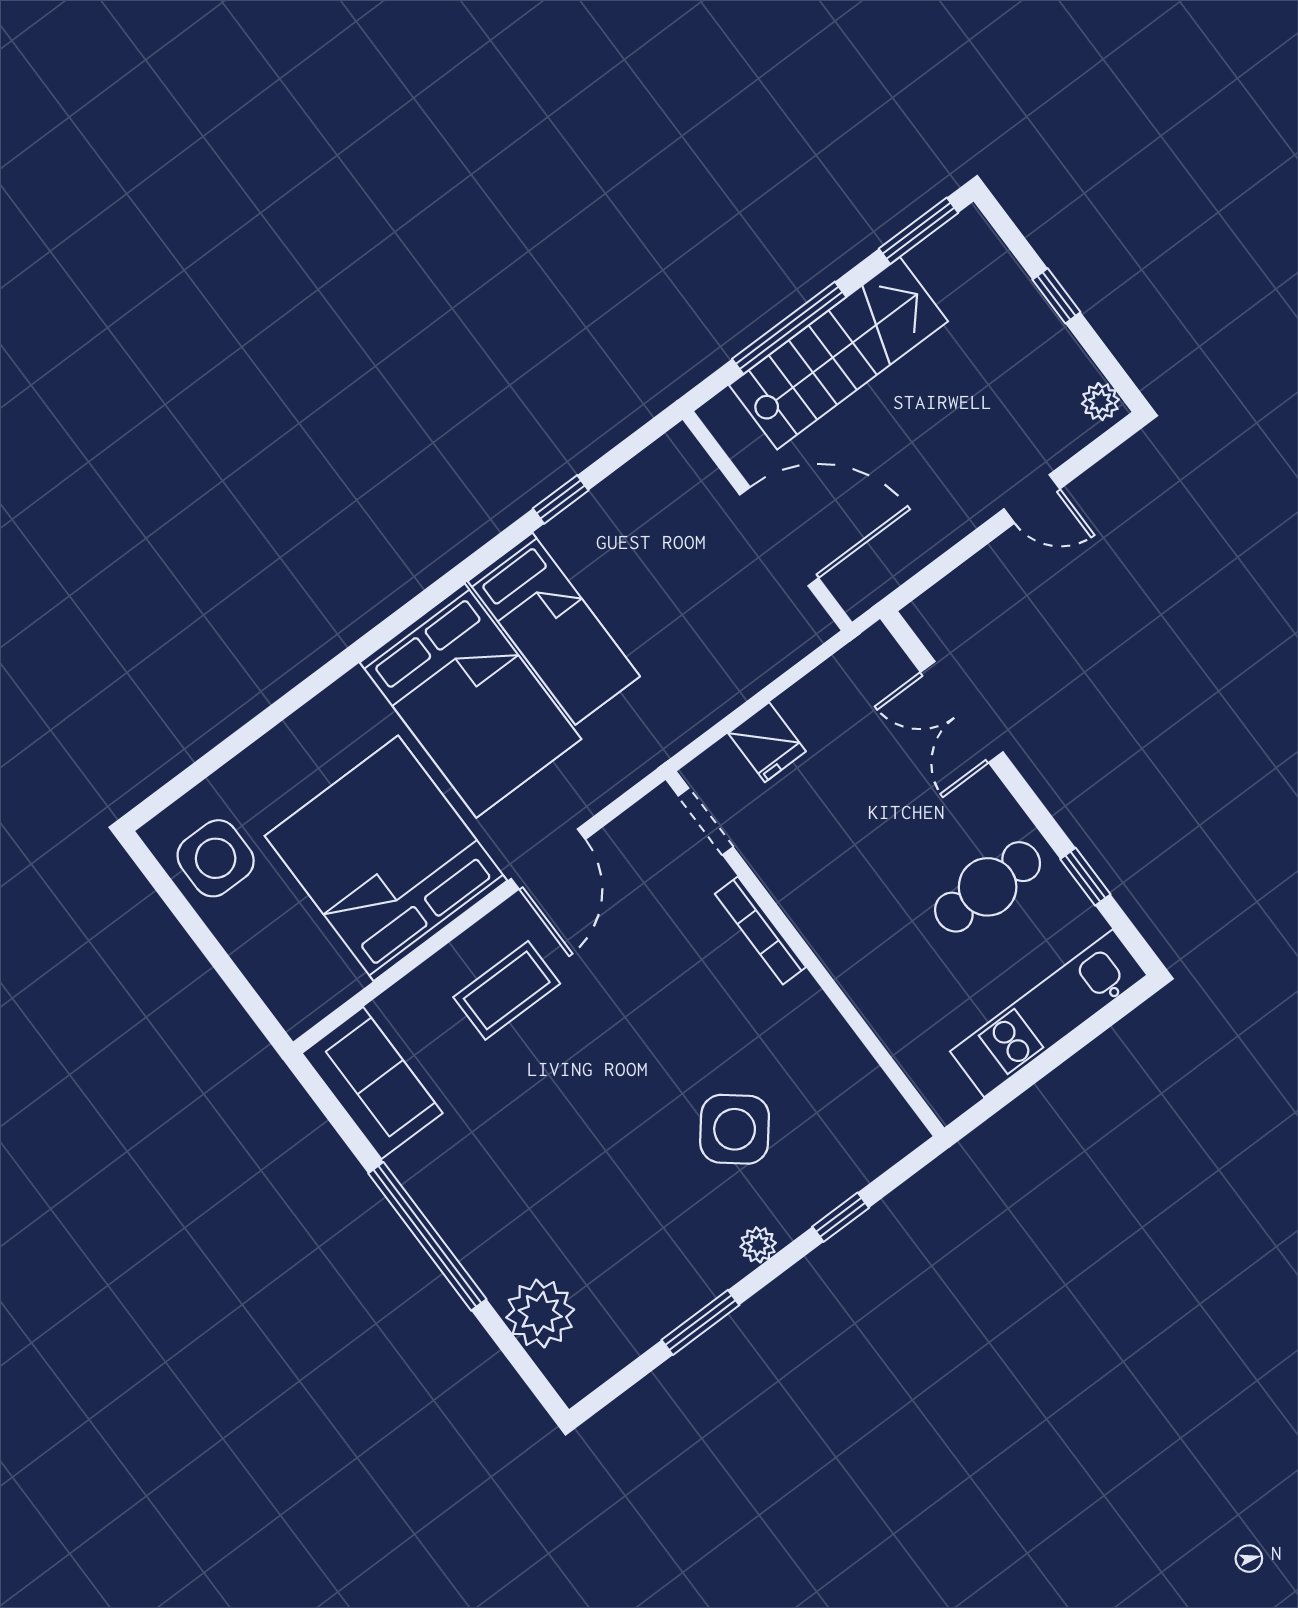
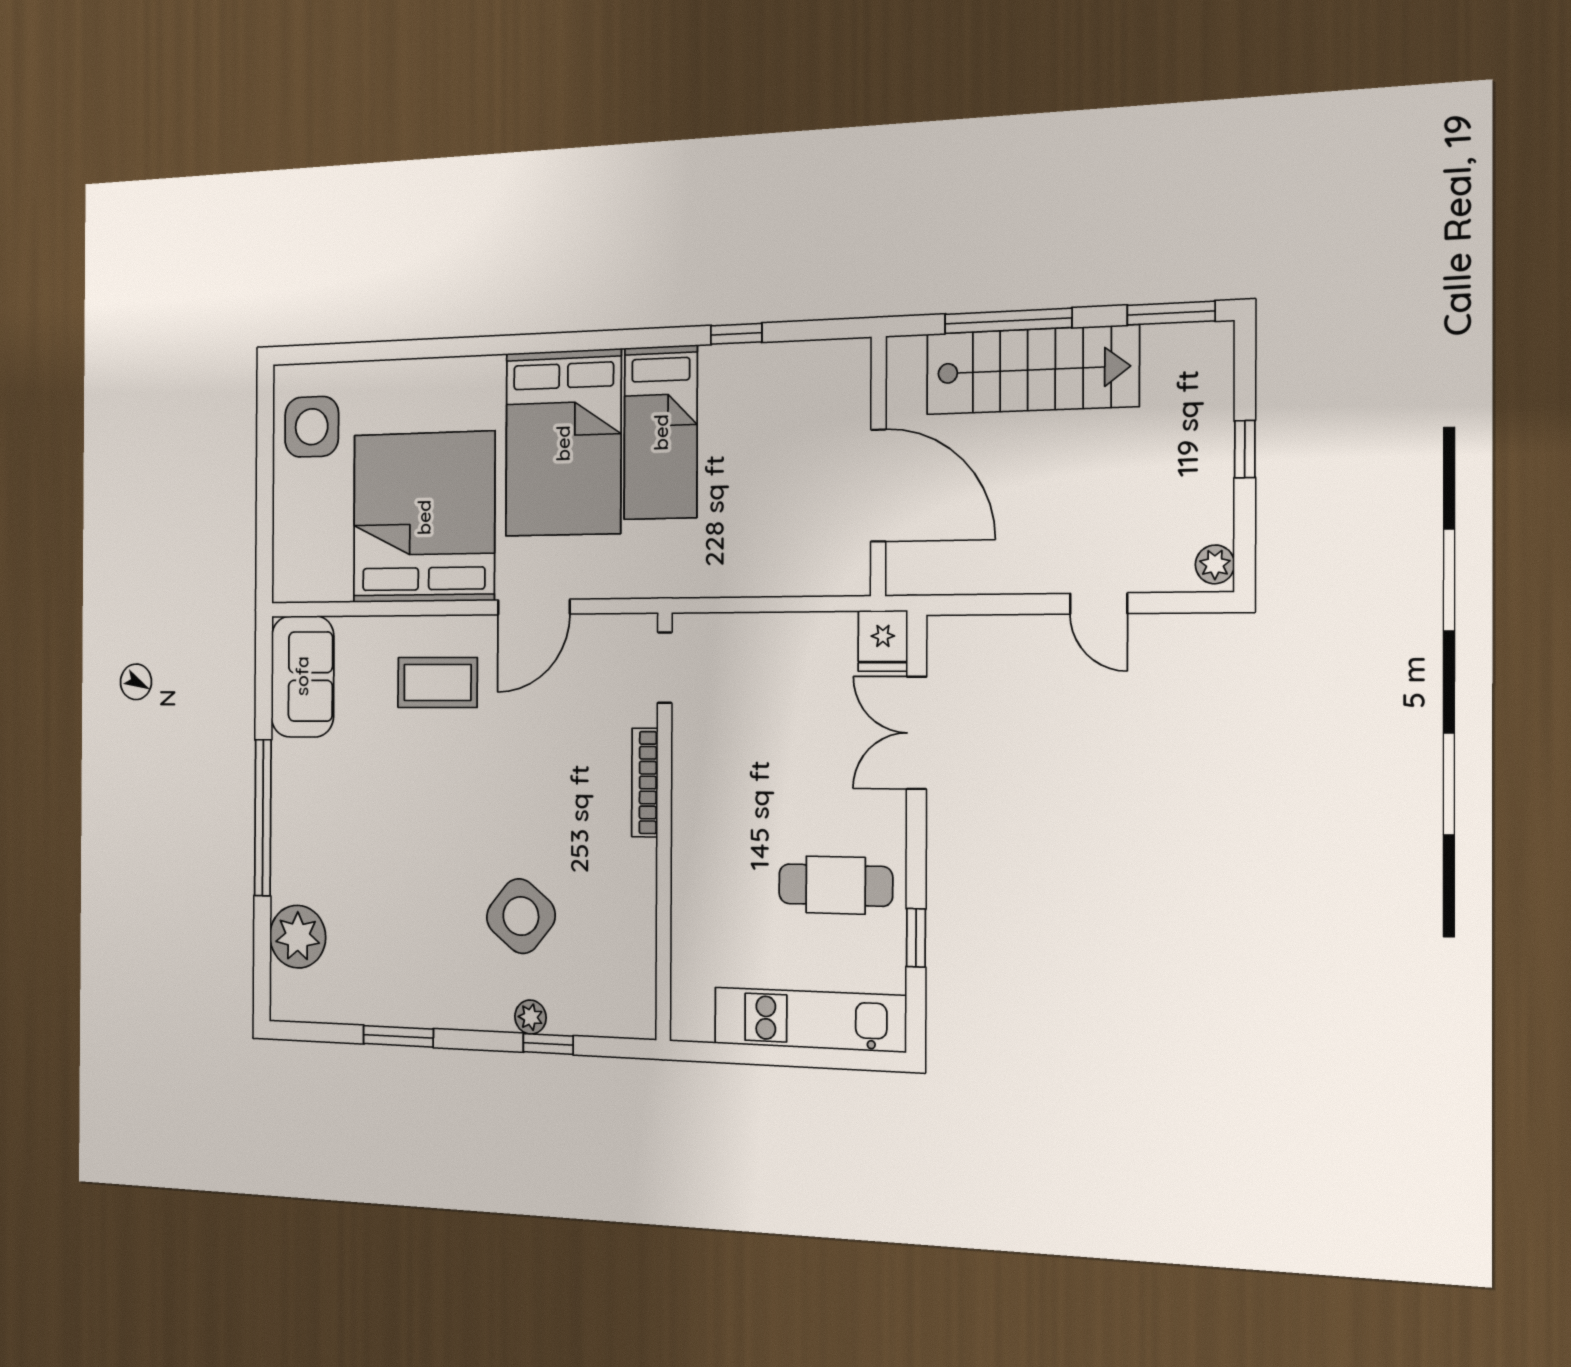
fridge: (767, 742) -> (883, 641), moved
plant: (758, 1245) -> (530, 1017), moved

